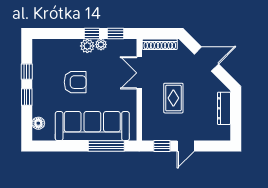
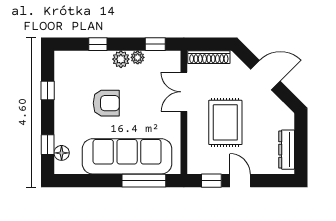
window: (92, 34) -> (98, 44), moved
window: (27, 97) -> (48, 145), moved
rug: (173, 98) -> (225, 122), width x1.36, depth x1.43
dresser: (224, 108) -> (287, 150), moved
door: (186, 146) -> (240, 181), swing flipped

